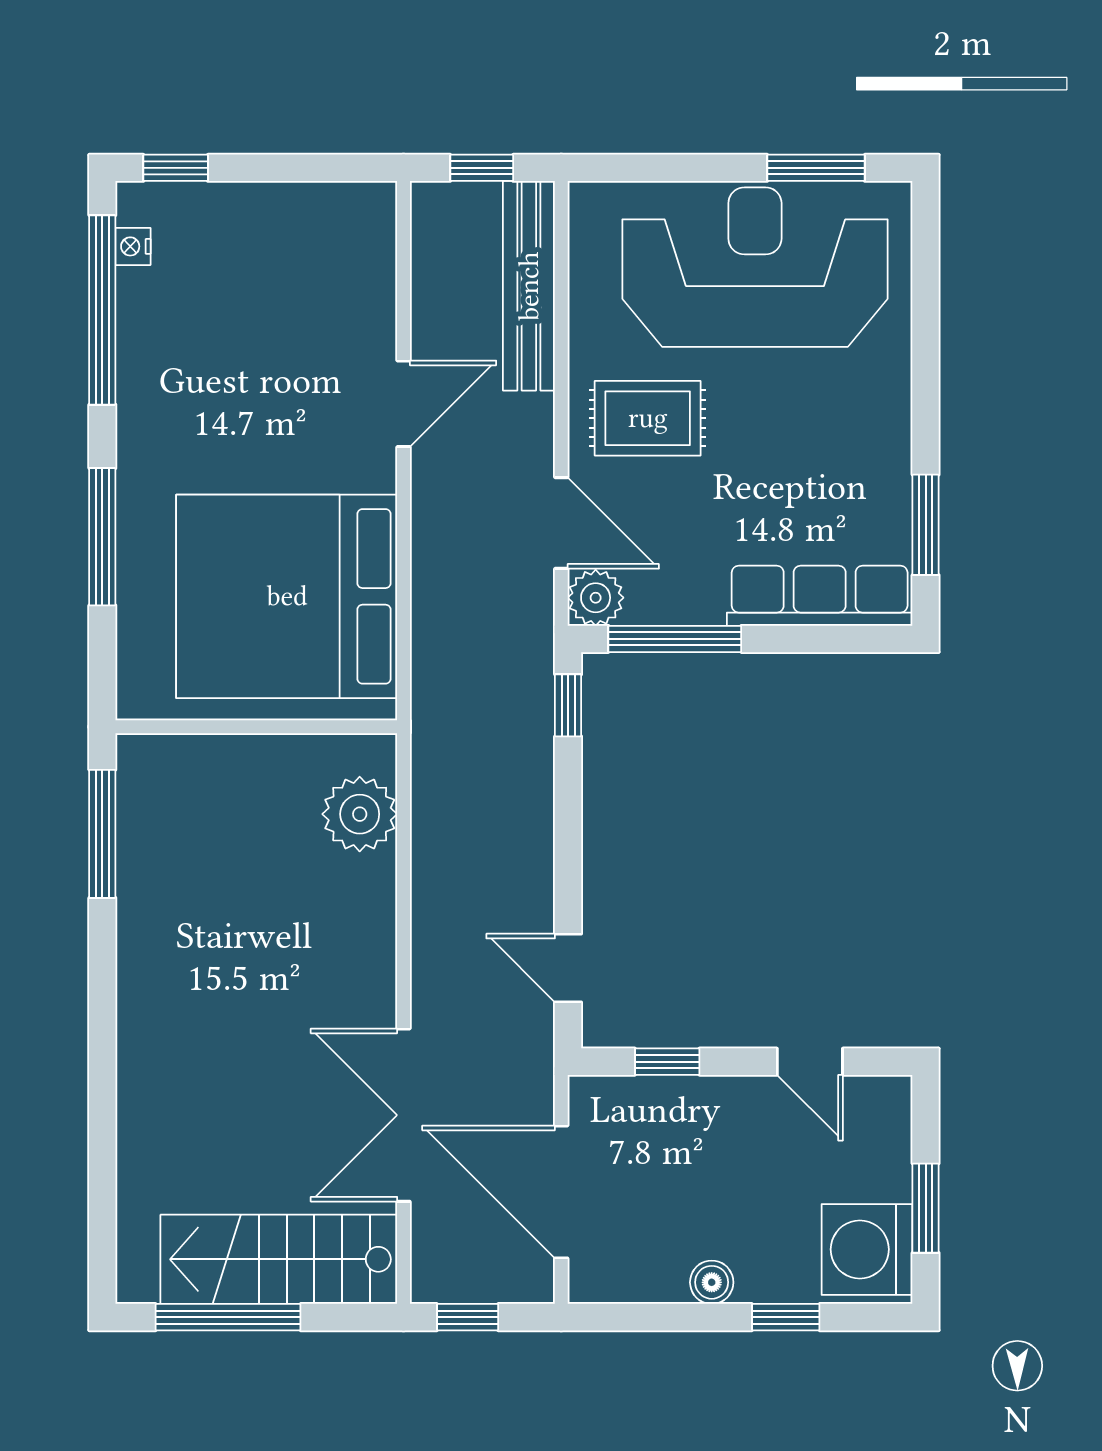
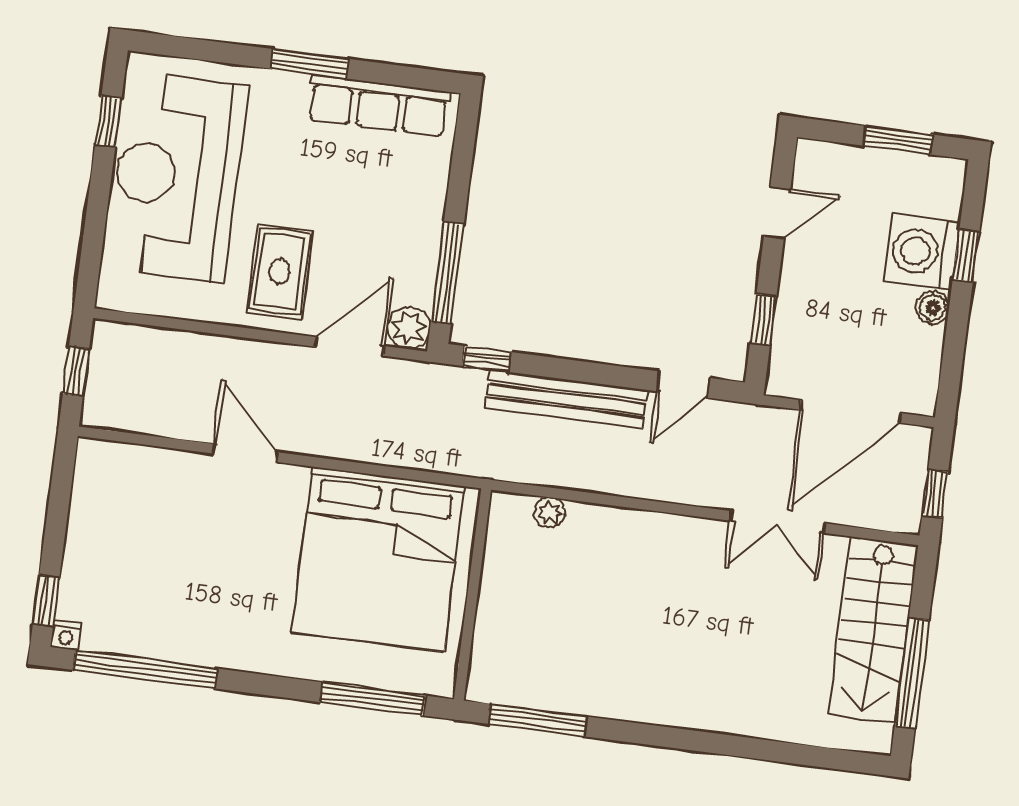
window: (816, 168) -> (108, 121), width x0.67
nightstand: (133, 246) -> (66, 636), moved
bench: (529, 286) -> (566, 399), moved
window: (926, 525) -> (310, 64), moved
window: (102, 537) -> (373, 699), moved
row of seats: (820, 596) -> (378, 106), moved, turned -90
plant: (360, 814) -> (550, 512), width x0.53, depth x0.53
double door: (404, 1115) -> (778, 522), width x0.73
washing machine: (867, 1249) -> (922, 252), moved, turned 90

